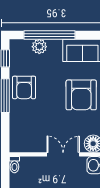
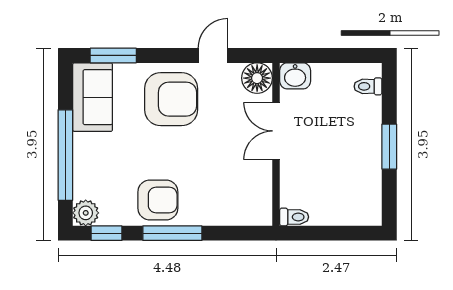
plant: (39, 47) -> (86, 213), moved

